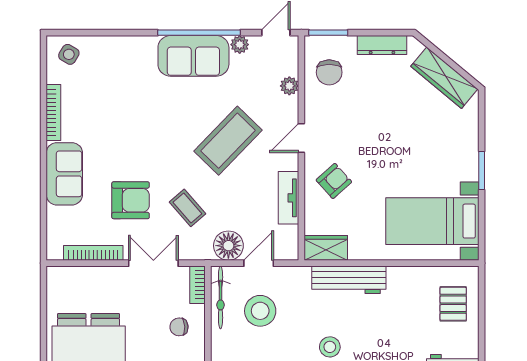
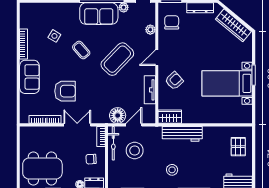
side table: (69, 54) -> (54, 36), moved
chair: (329, 72) -> (172, 22), turned 180
coffee table: (187, 208) -> (81, 50), moved
bed with nightstands: (432, 221) -> (227, 83), moved

